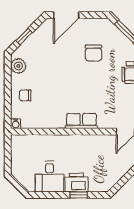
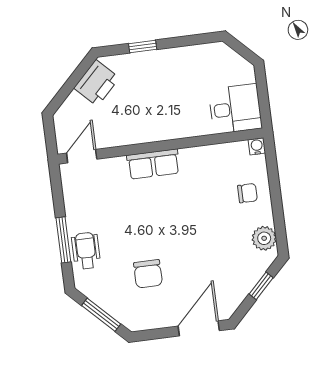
chair: (93, 53) -> (148, 274), turned 180
desk: (49, 177) -> (235, 109), moved, turned 90
printer: (76, 183) -> (97, 83), moved, turned -45

